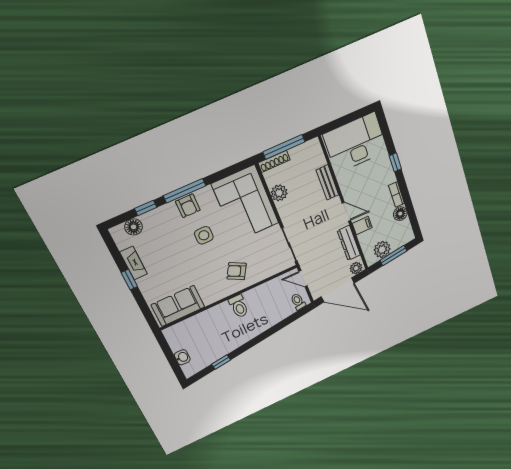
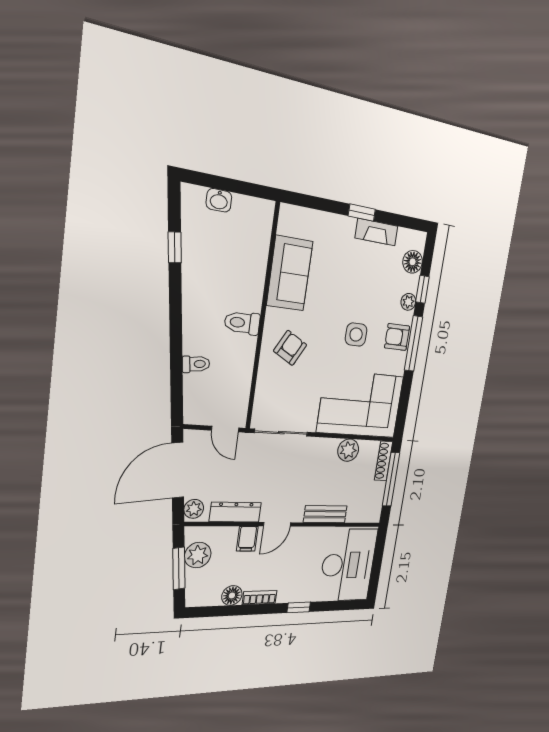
plant: (160, 213) -> (408, 302), added
door: (303, 279) -> (225, 429), swing flipped
toilet: (298, 302) -> (196, 364), moved
sofa: (178, 306) -> (290, 273), moved

